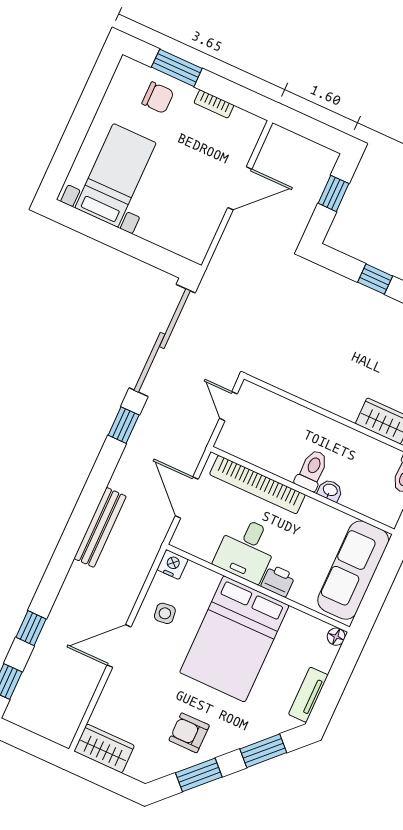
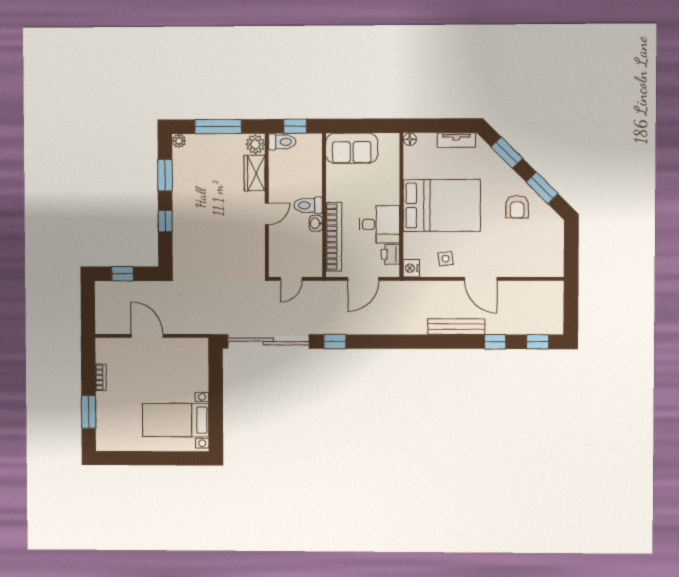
chair: (158, 98) -> (113, 415), removed
door: (325, 413) -> (267, 214), added
washbasin: (330, 490) -> (316, 223), moved
bench: (100, 527) -> (456, 327), moved
sofa: (353, 570) -> (352, 148), width x0.73
printer: (278, 581) -> (390, 254), moved
wardrobe: (104, 748) -> (553, 258), removed

